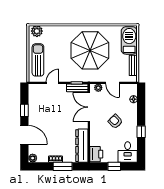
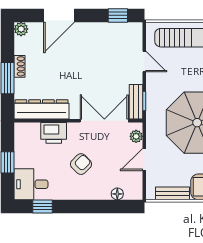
window: (24, 110) -> (118, 15), moved
window: (141, 132) -> (43, 206), moved
printer: (96, 154) -> (54, 133), moved

